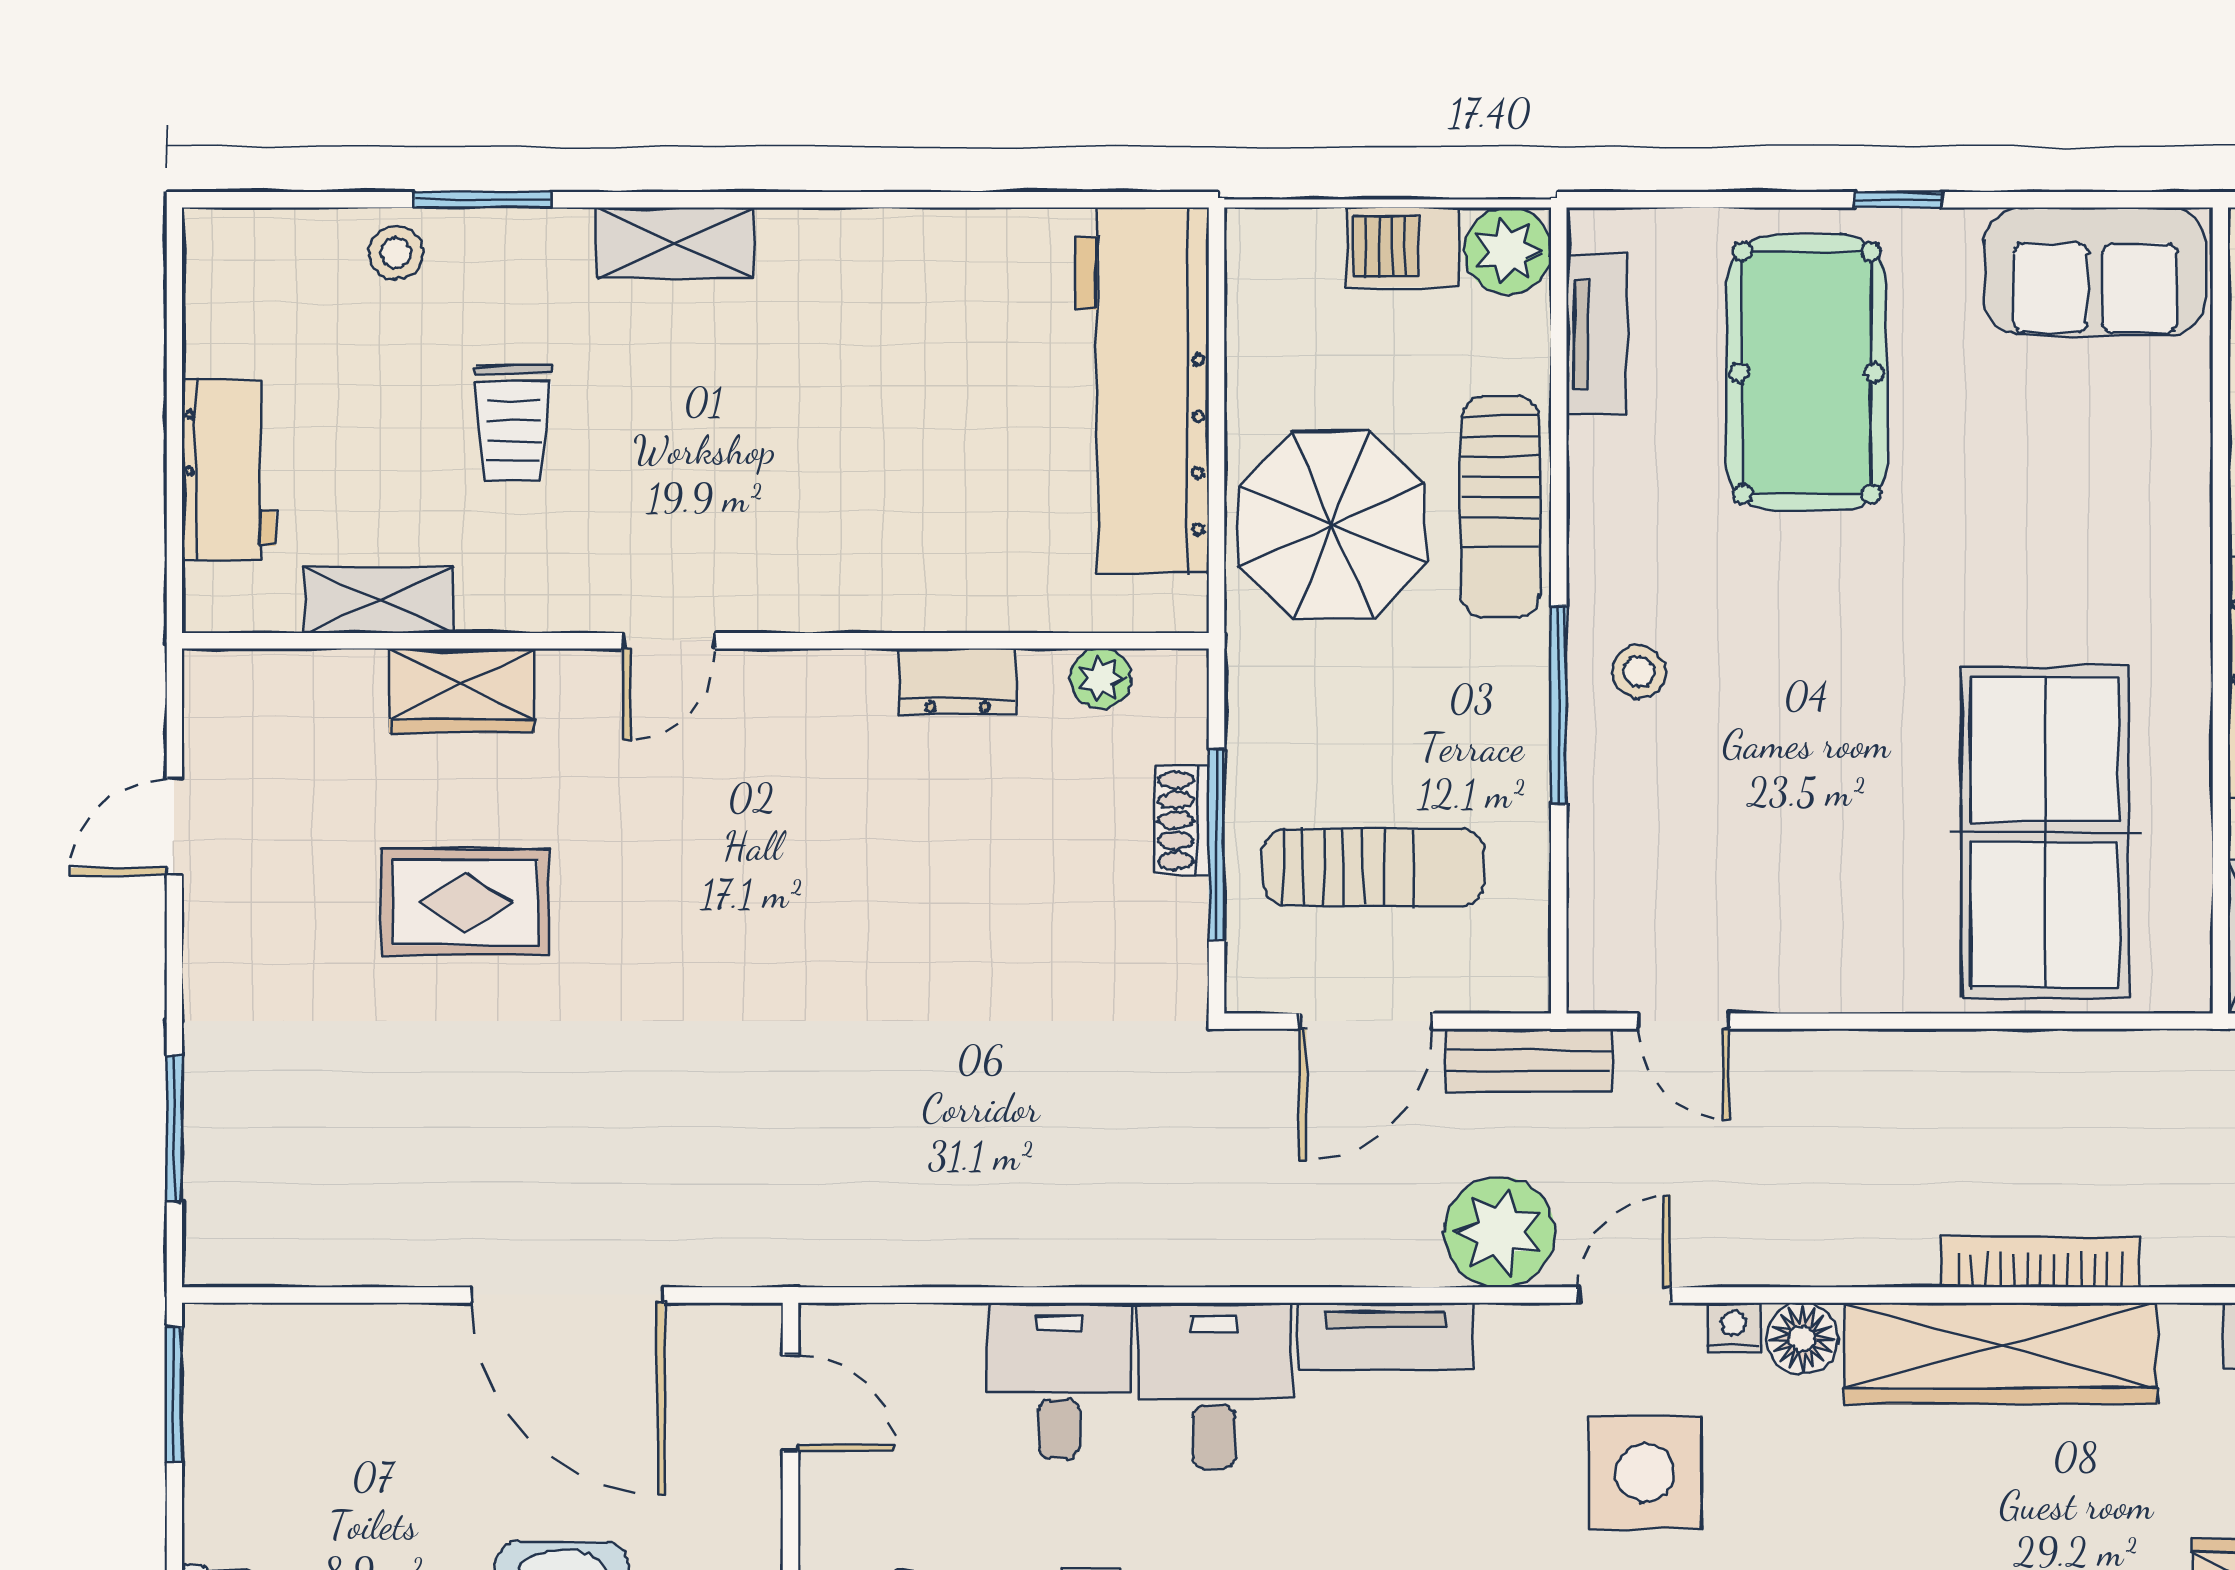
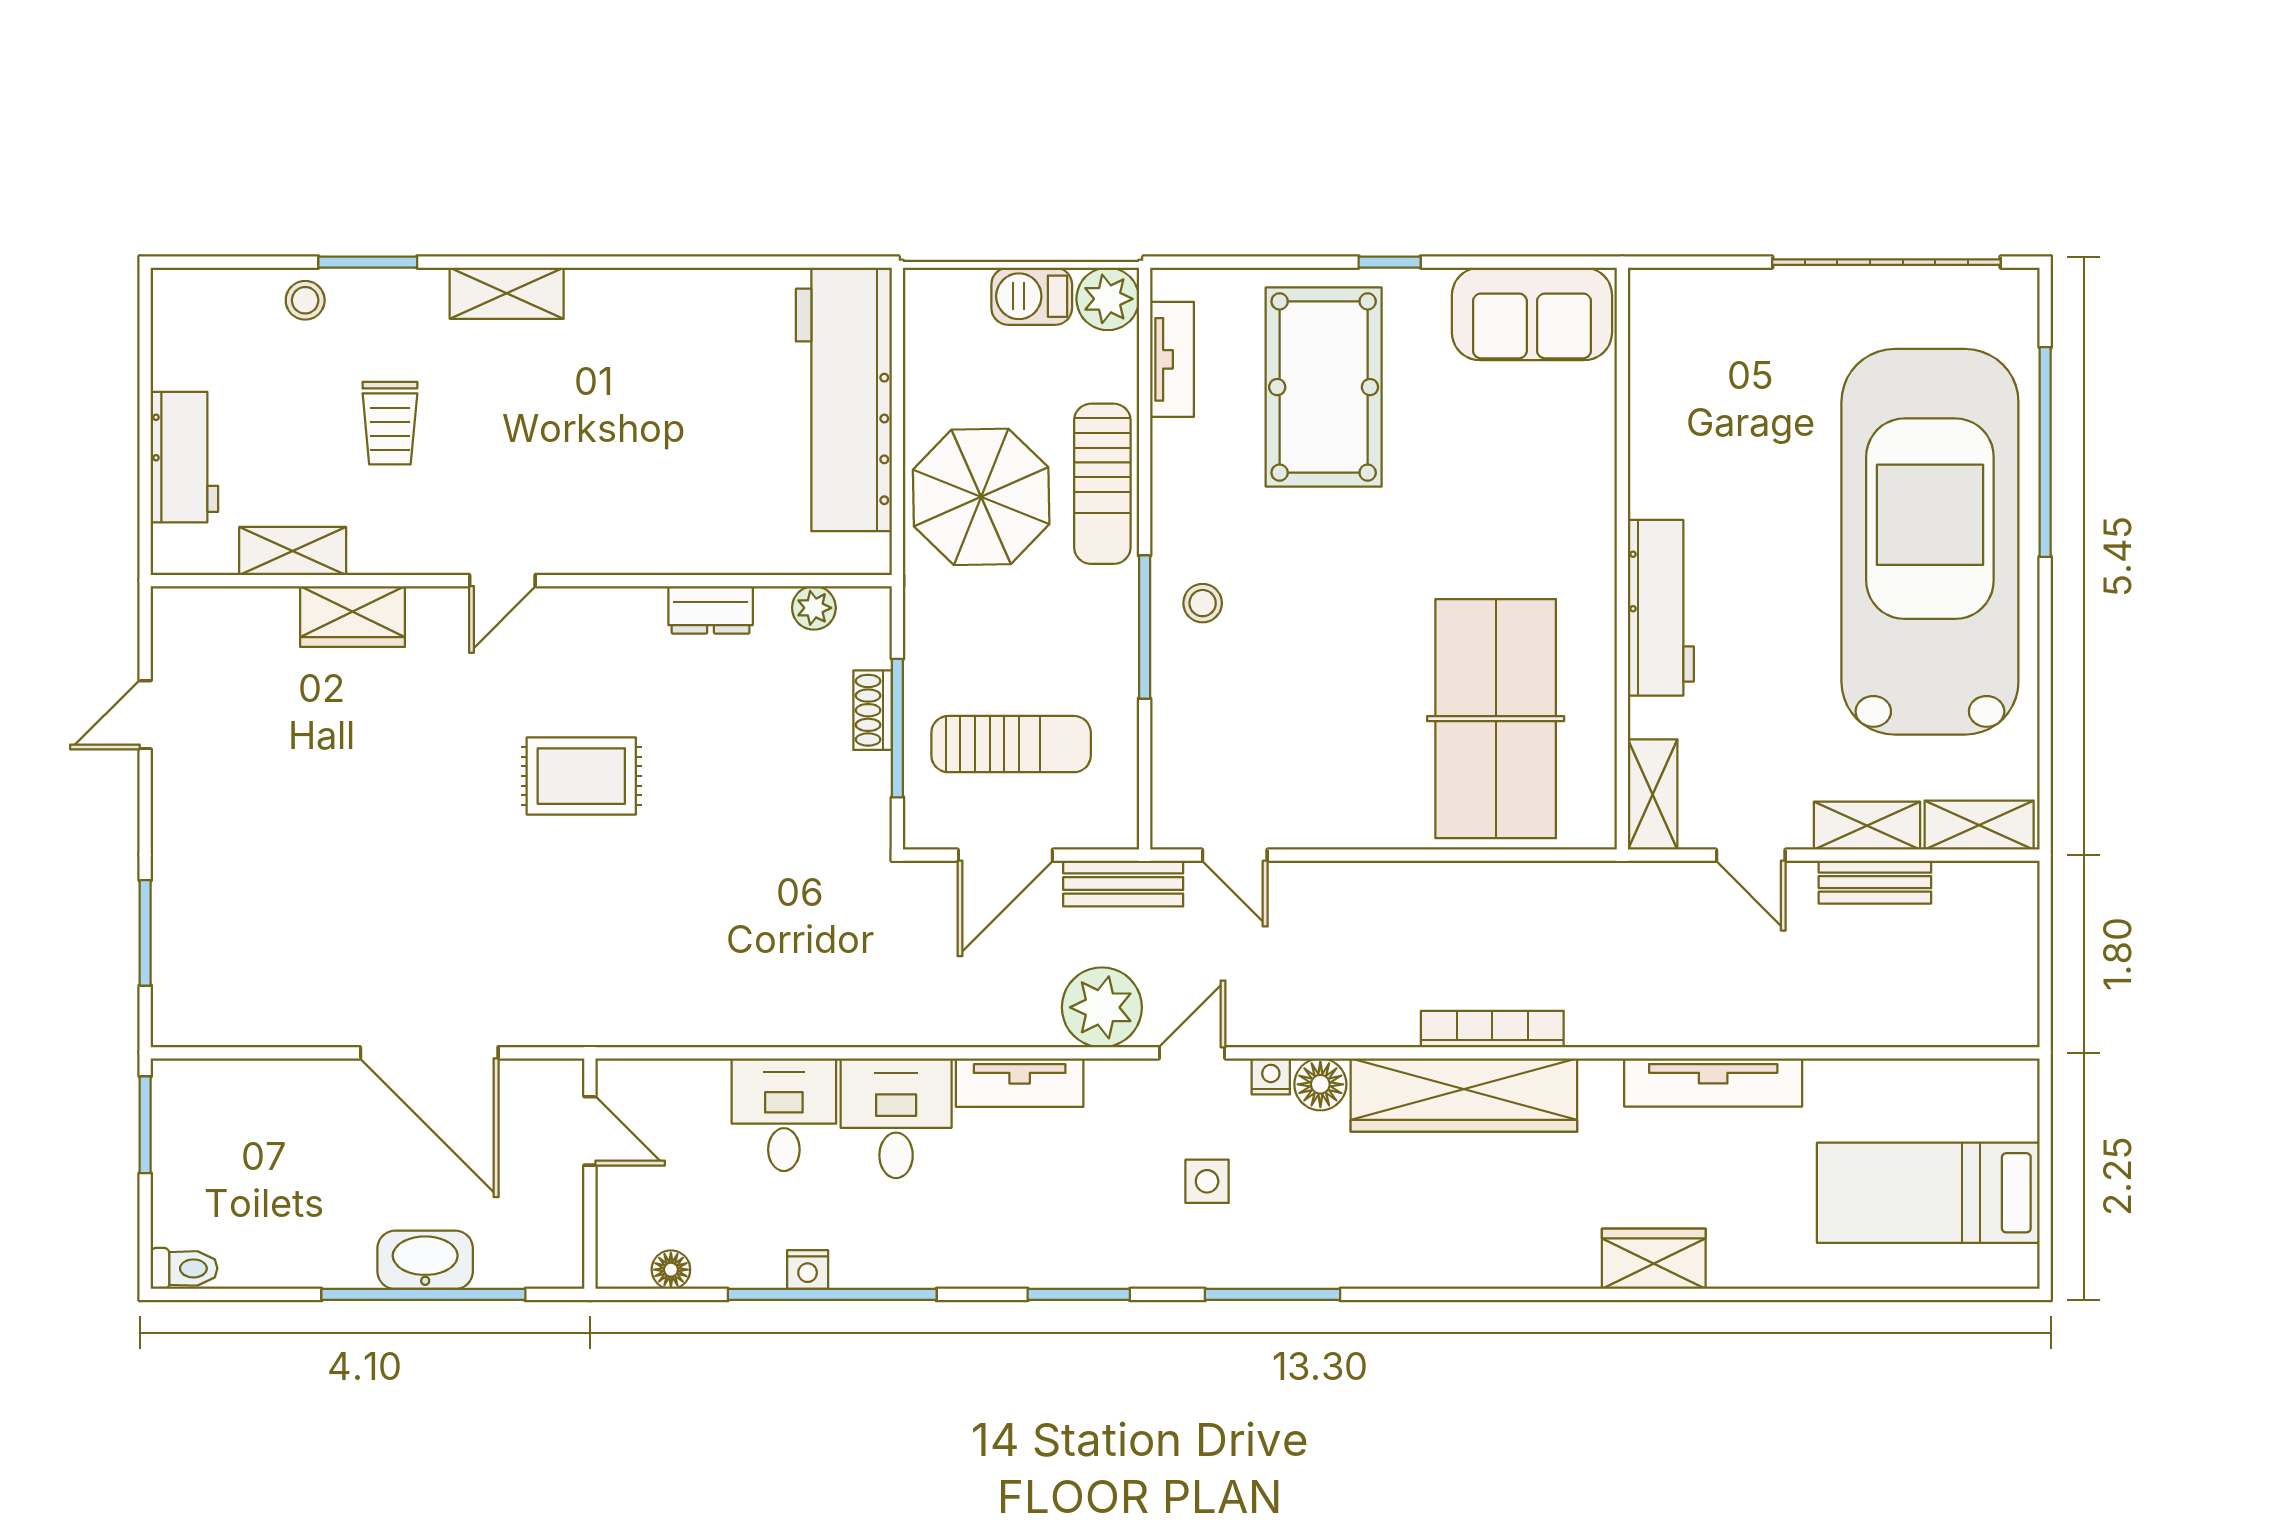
rug: (465, 902) -> (581, 776), moved
side table: (1645, 1473) -> (1207, 1181), width x0.54, depth x0.54

